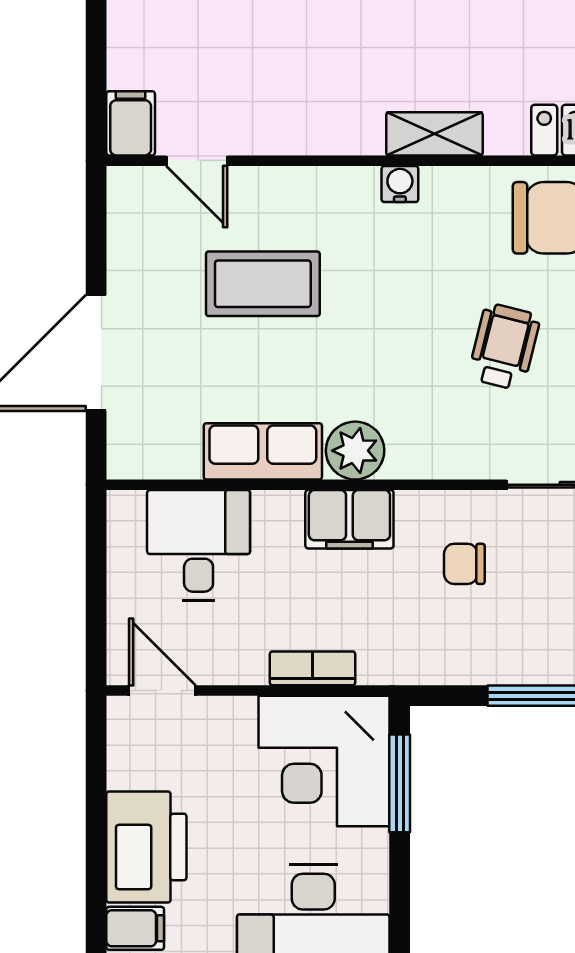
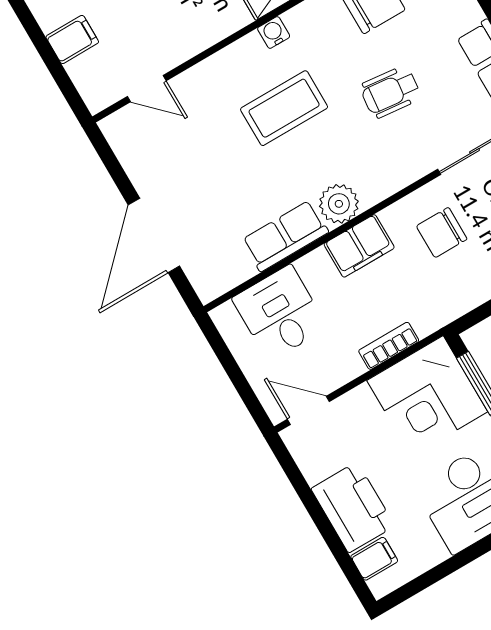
filing cabinet: (131, 123) -> (72, 39), moved, turned 90
coffee table: (263, 284) -> (284, 108), moved
wheelchair: (504, 347) -> (390, 92), turned -98
chair: (464, 564) -> (442, 233), width x1.37, depth x1.37

